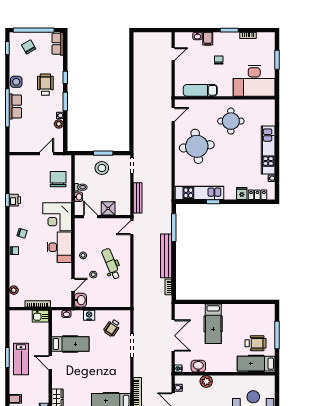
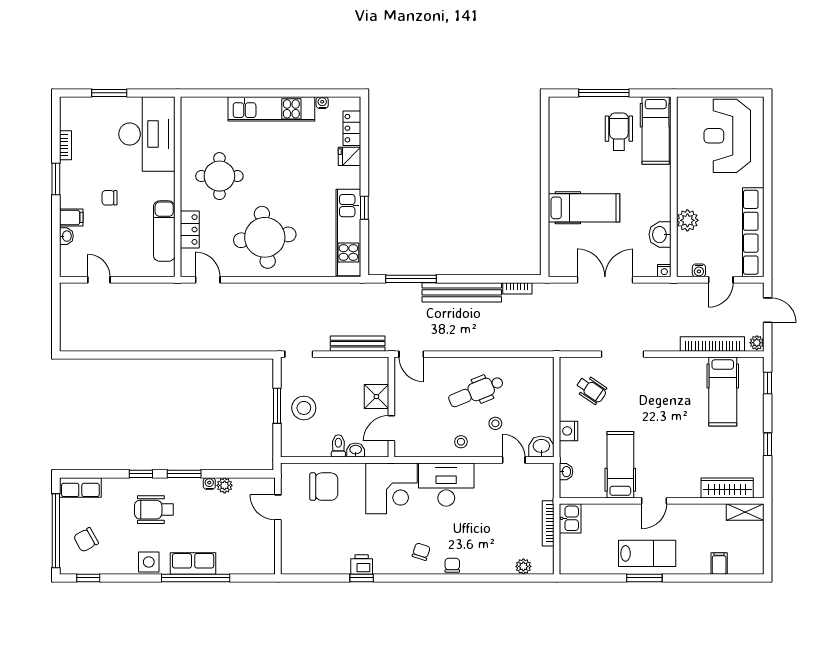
locker: (201, 105) -> (190, 229), added
chair: (58, 179) -> (324, 487), turned 180

